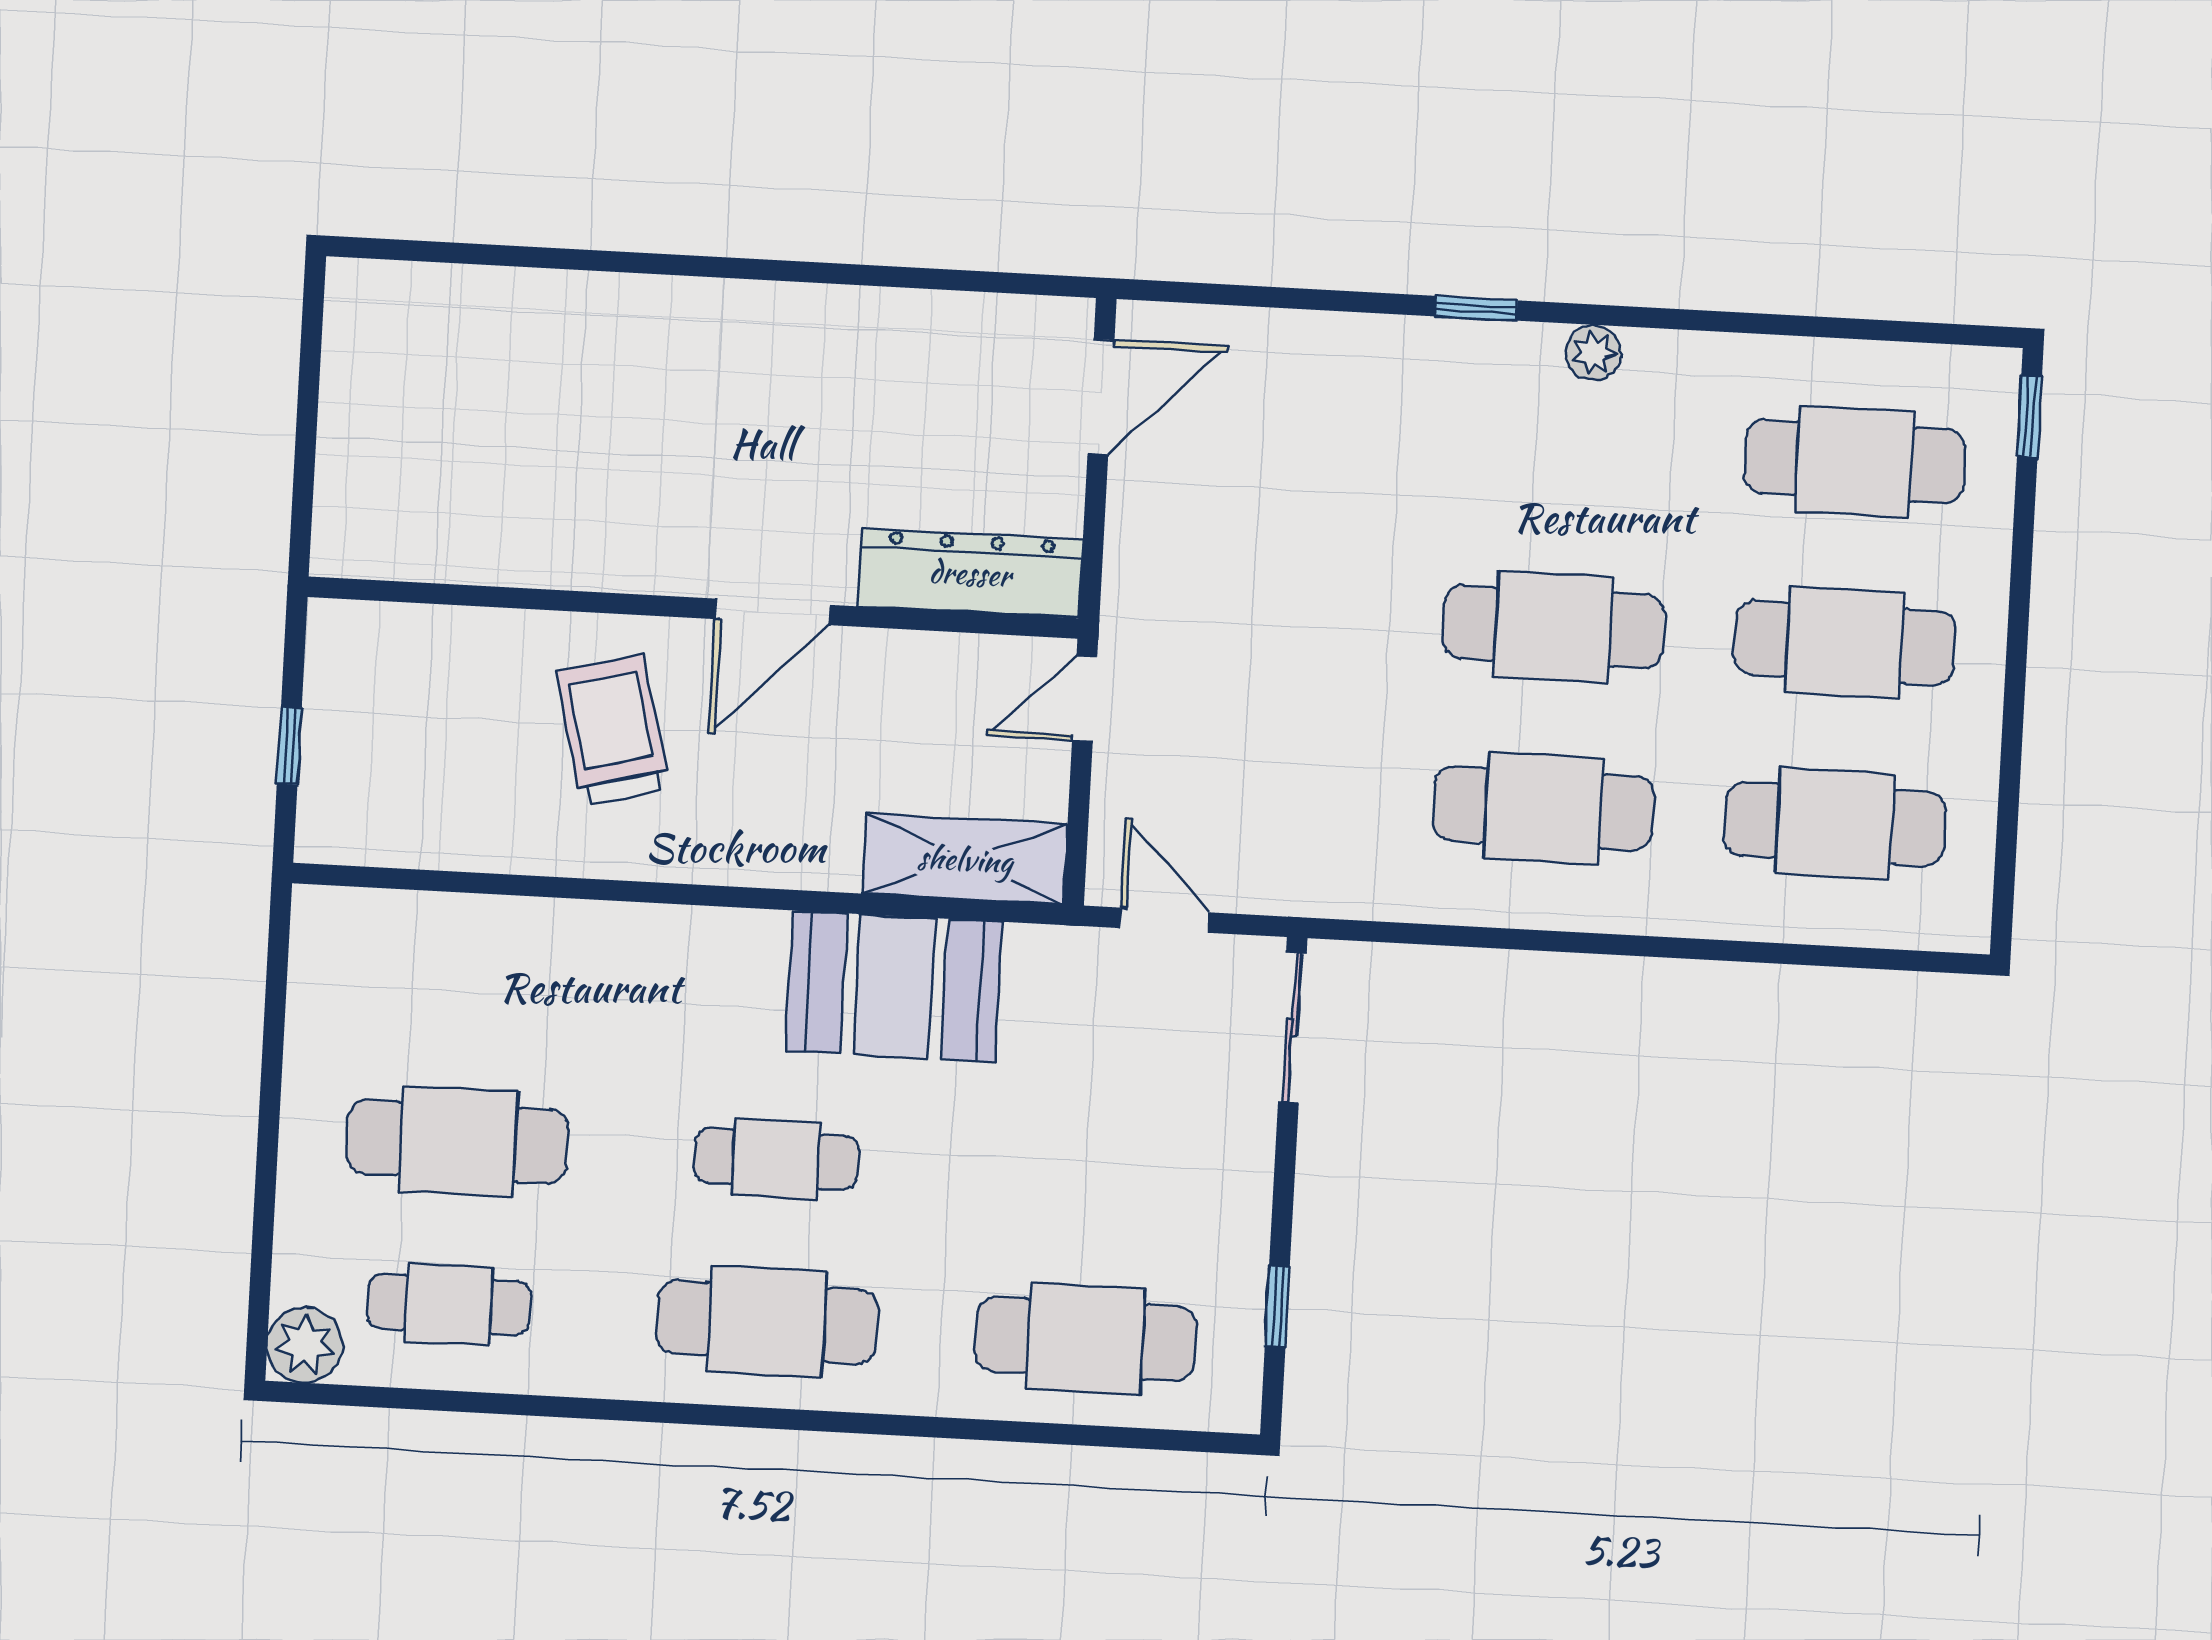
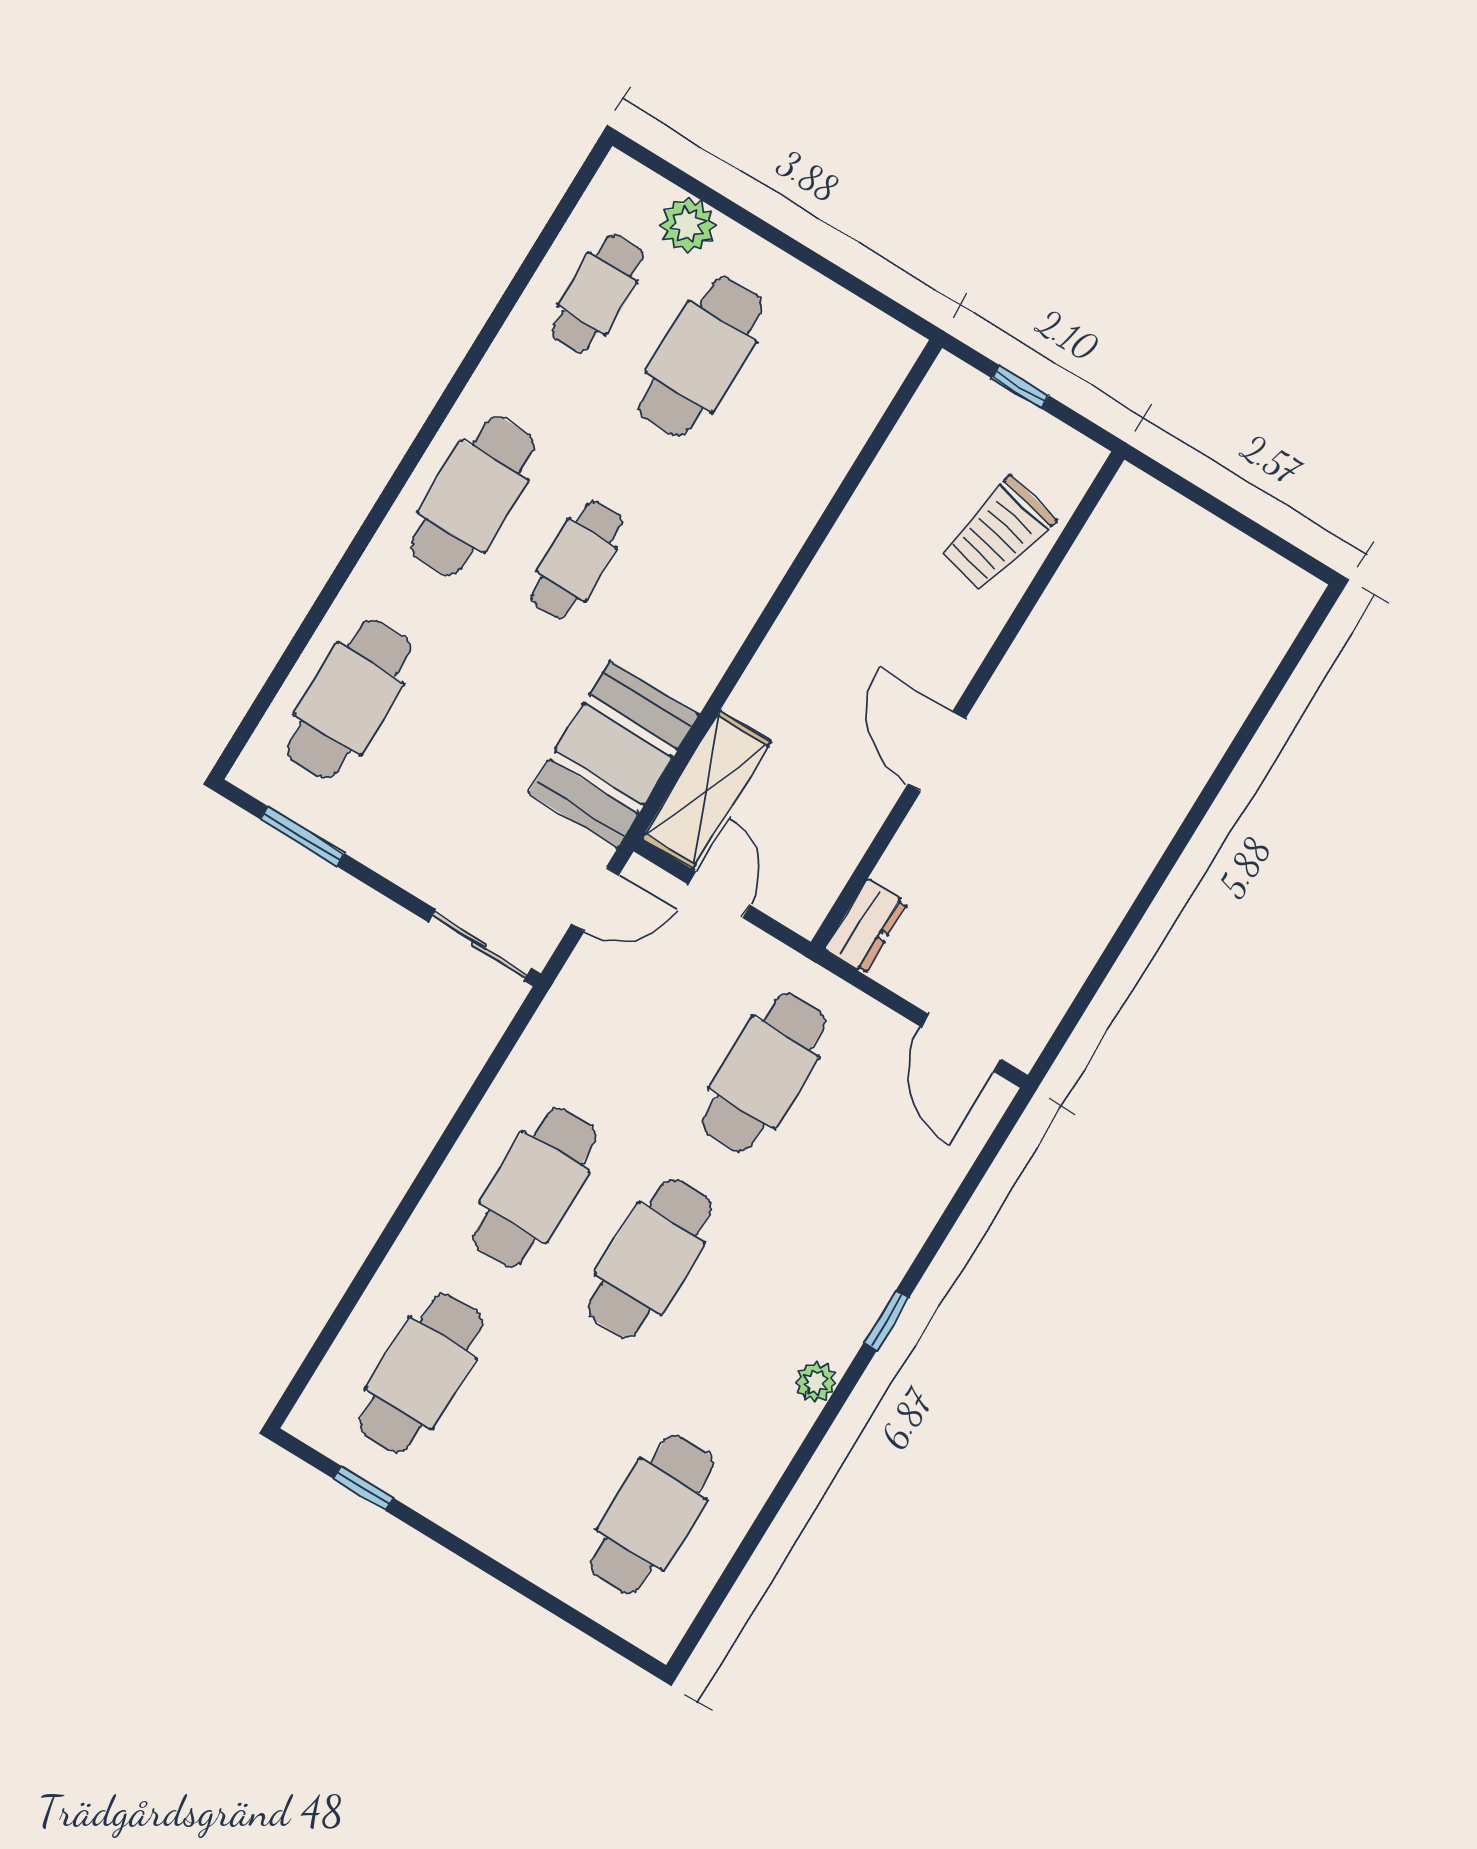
window: (2029, 416) -> (363, 1488), moved
dresser: (970, 573) -> (866, 926), width x0.51, depth x0.80
cafe table: (1845, 643) -> (764, 1073), moved
door: (1085, 699) -> (719, 895), moved
trolley: (613, 730) -> (998, 534), moved, turned 117
booth: (894, 986) -> (614, 754), moved
window: (1277, 1306) -> (302, 836), width x1.50
plant: (305, 1345) -> (688, 225), moved

